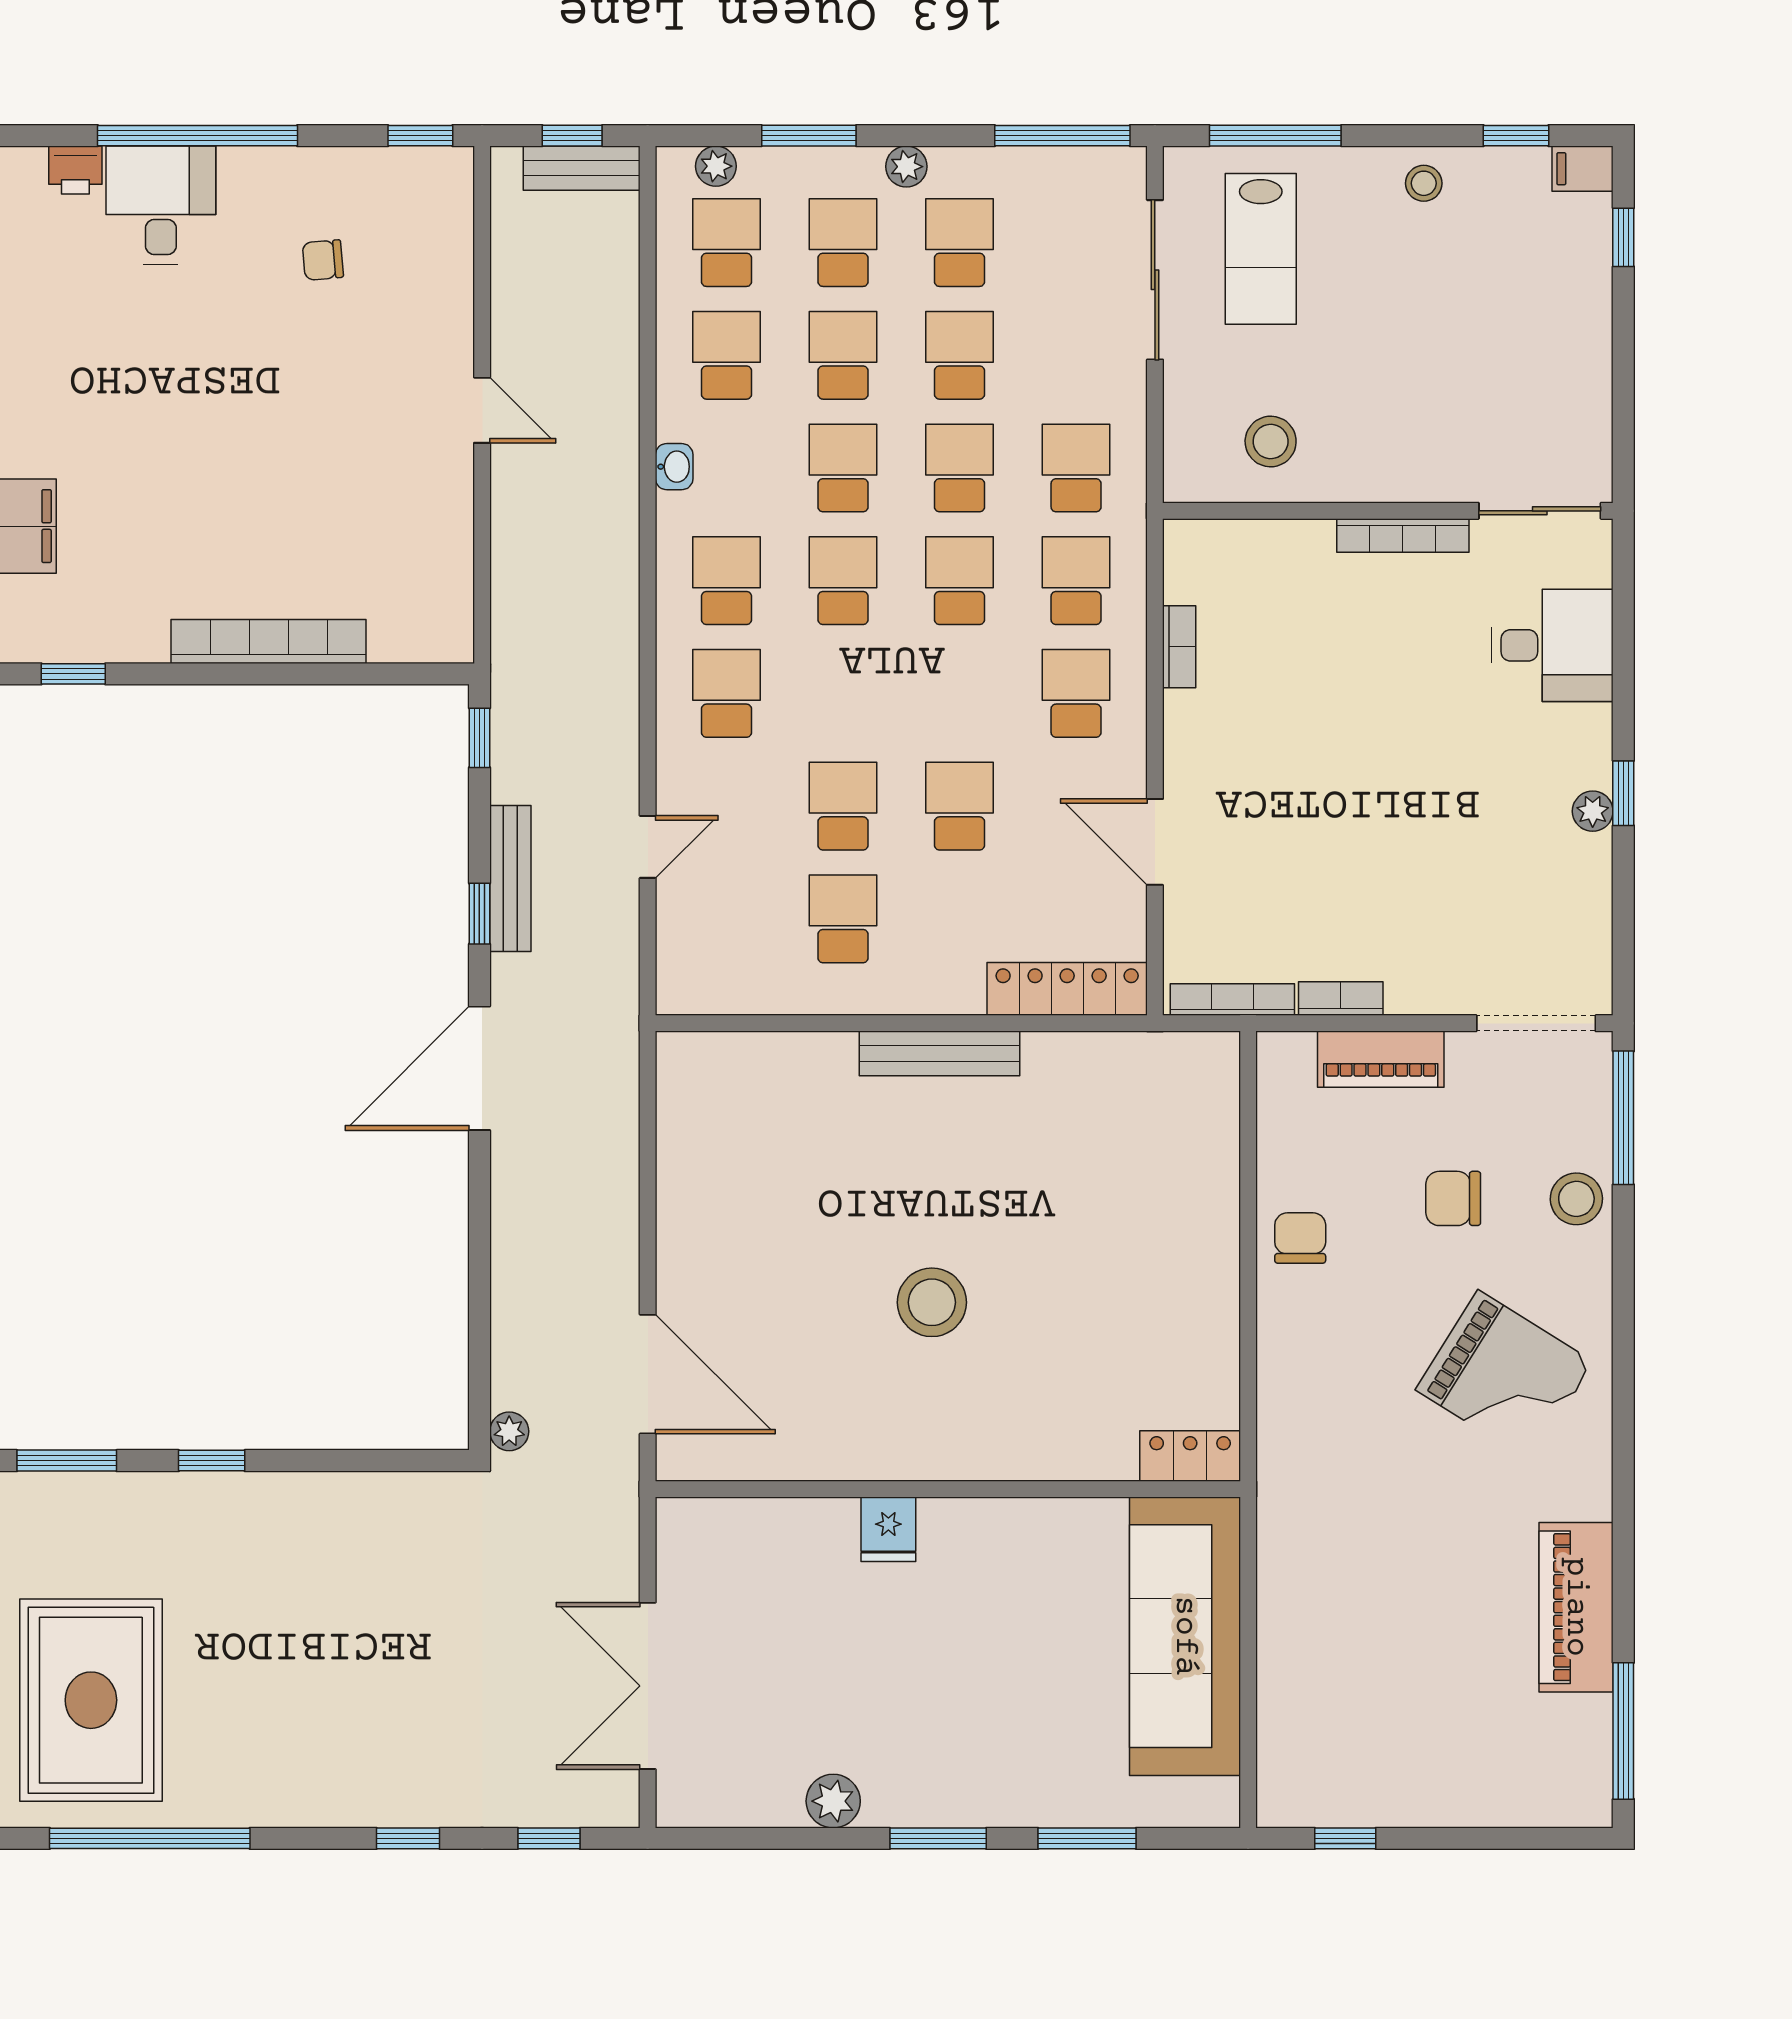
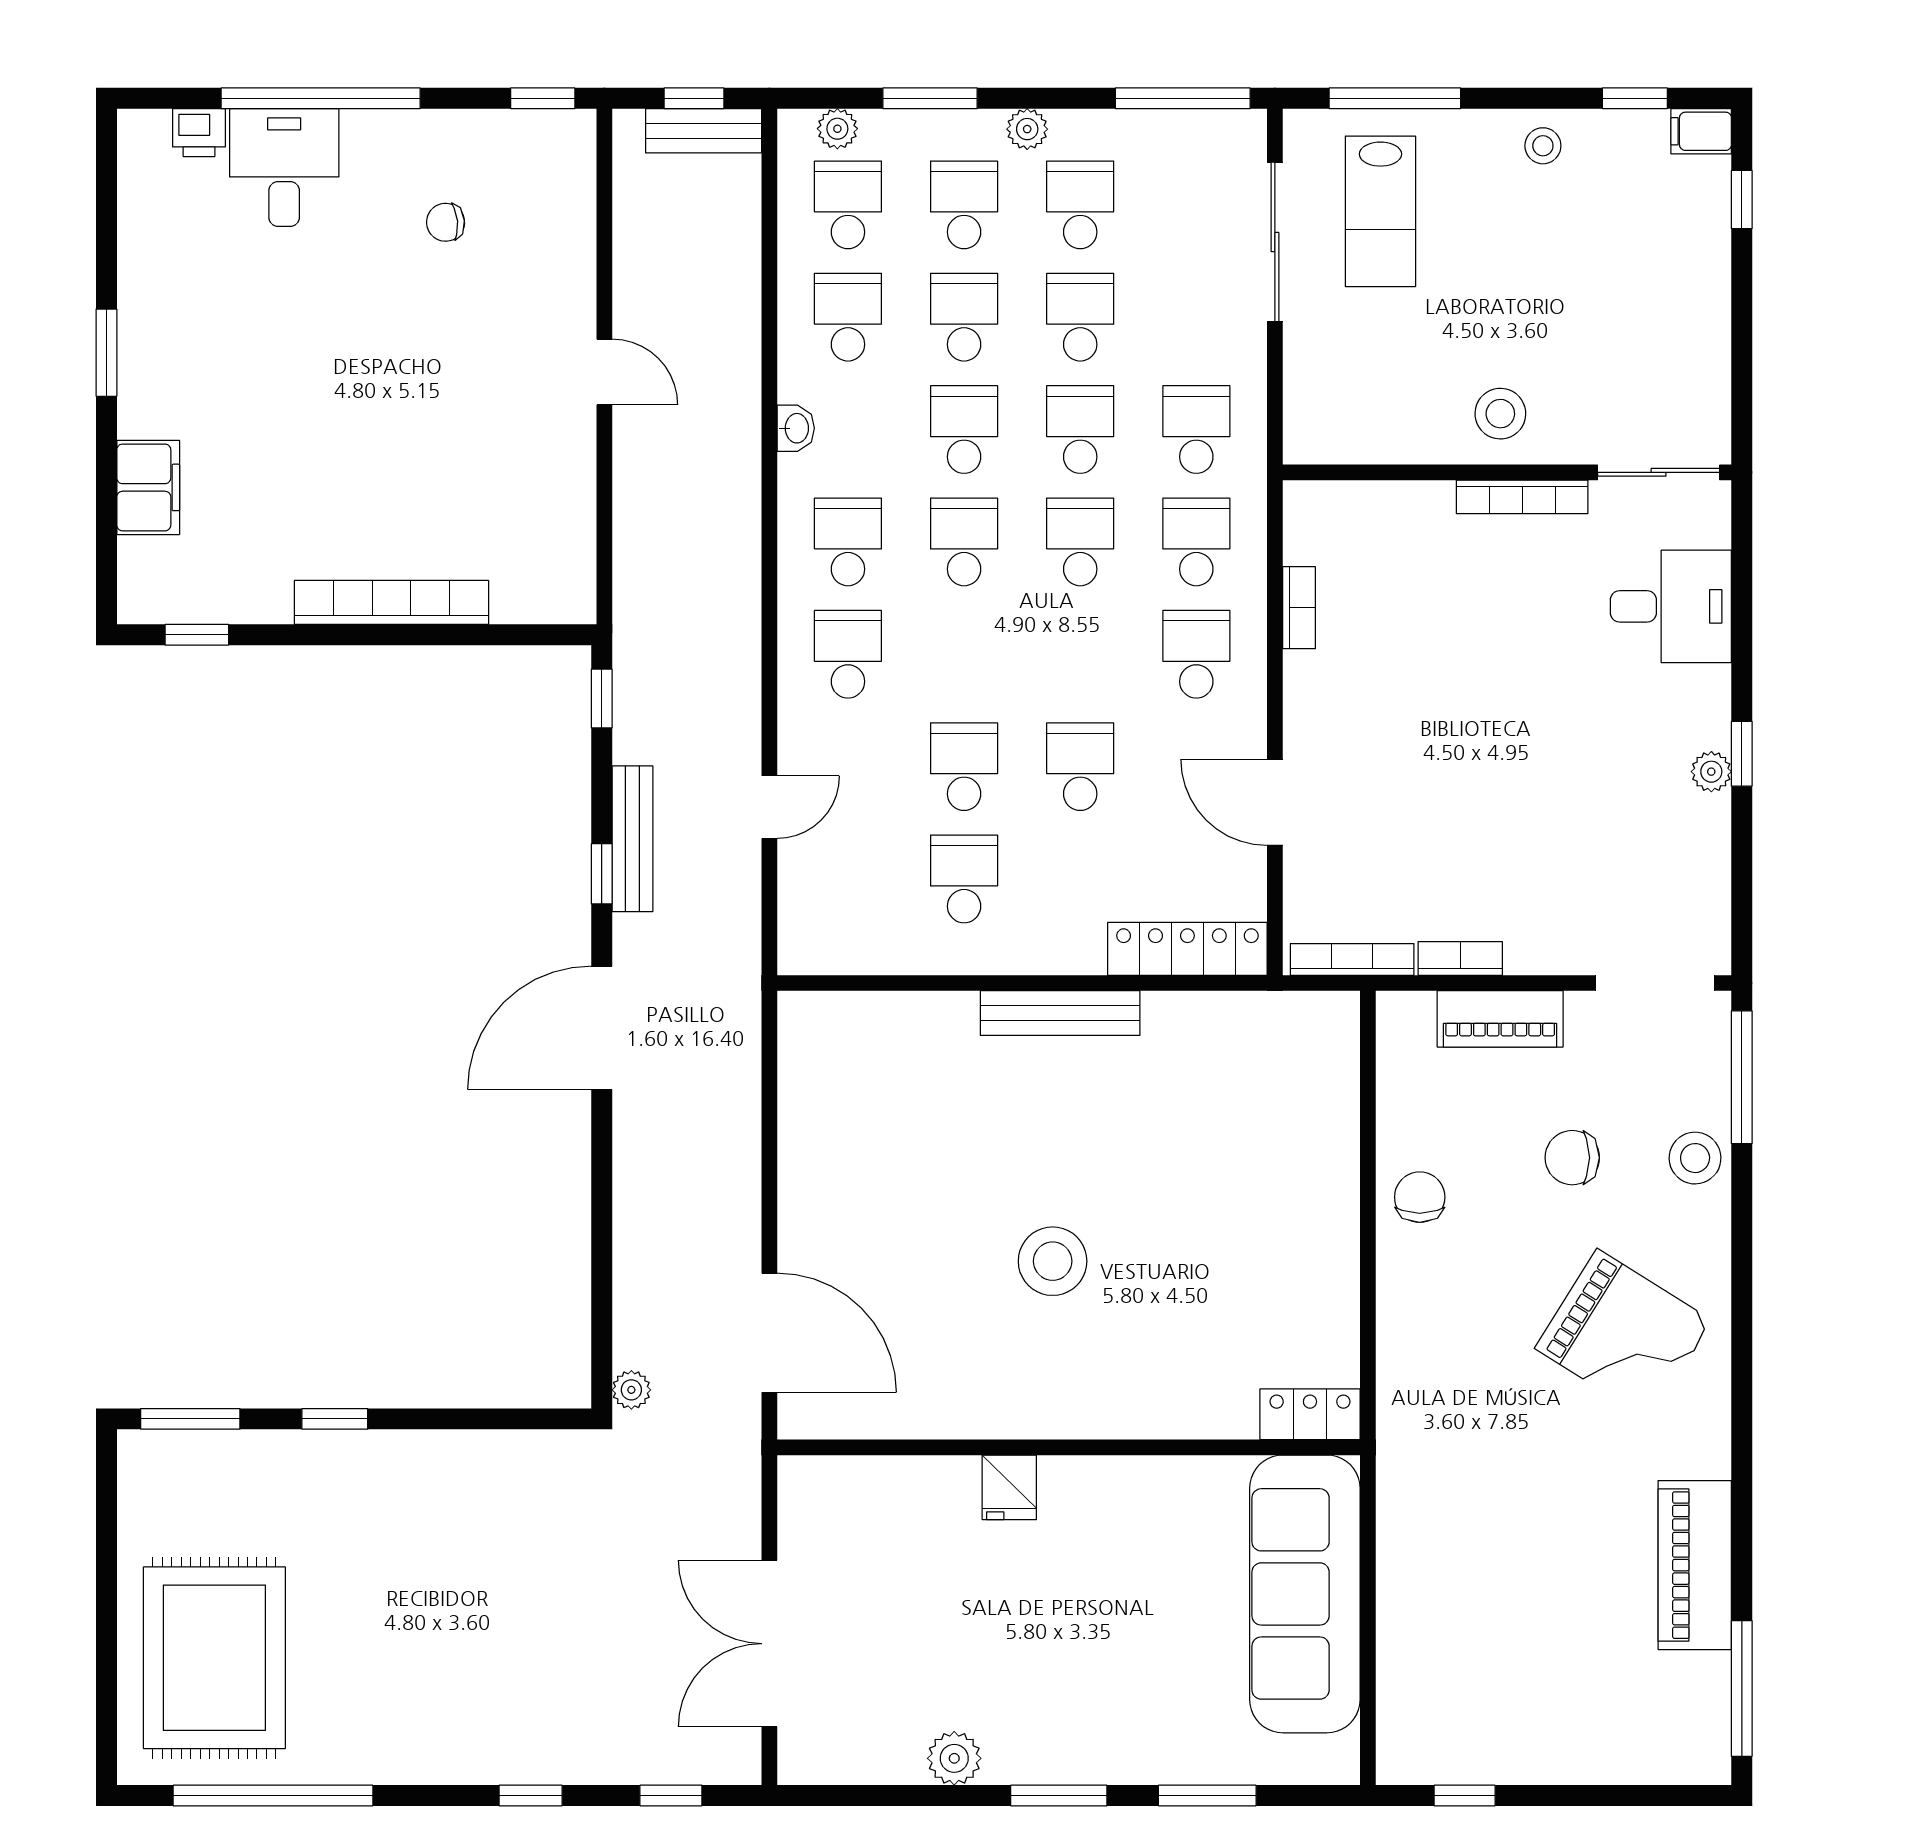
stool: (1271, 441) -> (1500, 414), moved

